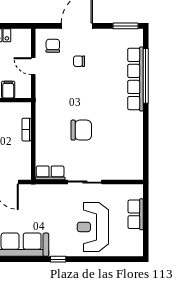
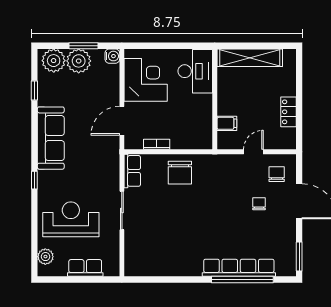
chair: (53, 46) -> (277, 174), turned -90
bookcase: (27, 130) -> (157, 144), moved
chair: (81, 130) -> (180, 173), moved
plant: (126, 249) -> (45, 257), added

